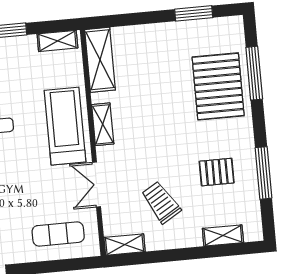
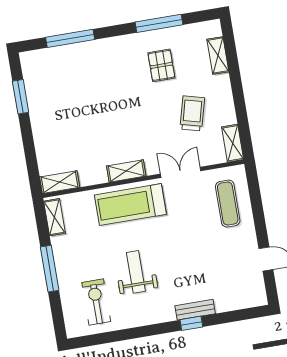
shelving: (100, 60) -> (60, 182), width x0.67, depth x0.75
pallet: (218, 86) -> (84, 70), removed
double door: (97, 184) -> (181, 172), swing flipped
trolley: (161, 202) -> (192, 113), turned 136

